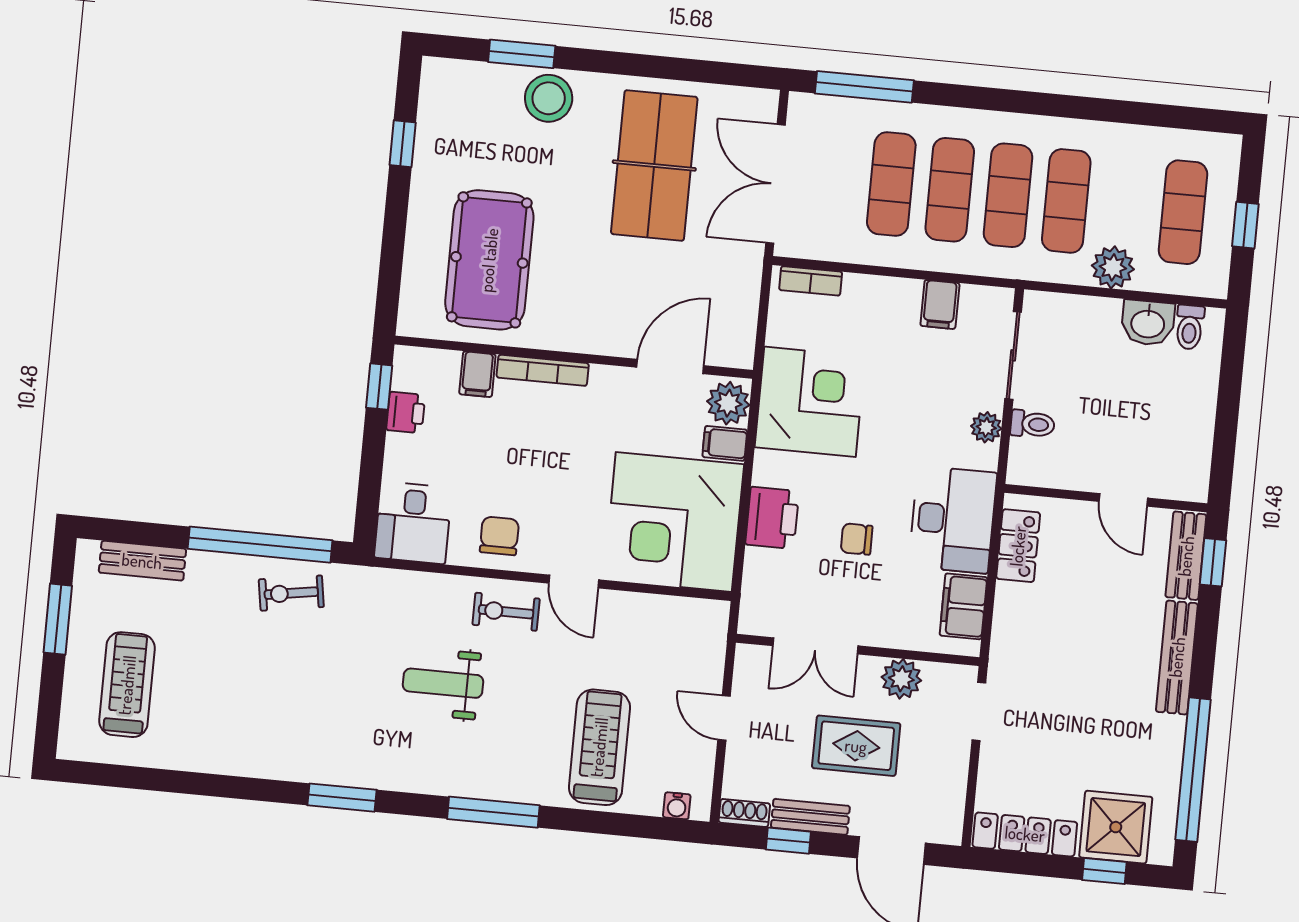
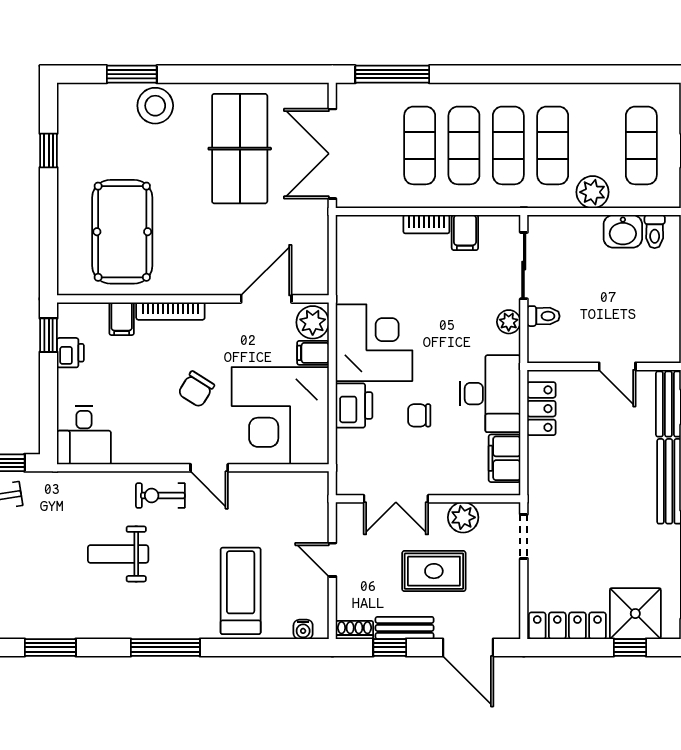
bookcase: (811, 281) -> (426, 224), moved
corner desk: (810, 402) -> (374, 343), moved
chair: (499, 536) -> (196, 389), moved, turned -148

